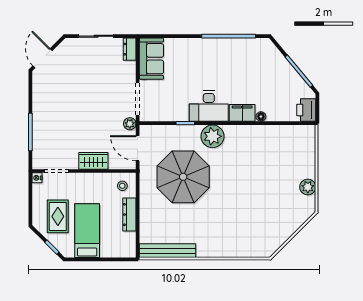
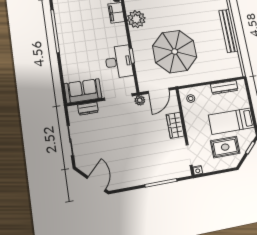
dresser: (130, 49) -> (88, 109), moved
door: (43, 58) -> (96, 184), swing flipped
desk: (209, 106) -> (119, 62), moved
plant: (213, 136) -> (136, 19), moved
dresser: (129, 215) -> (224, 87), moved
bench: (168, 251) -> (229, 31), moved

